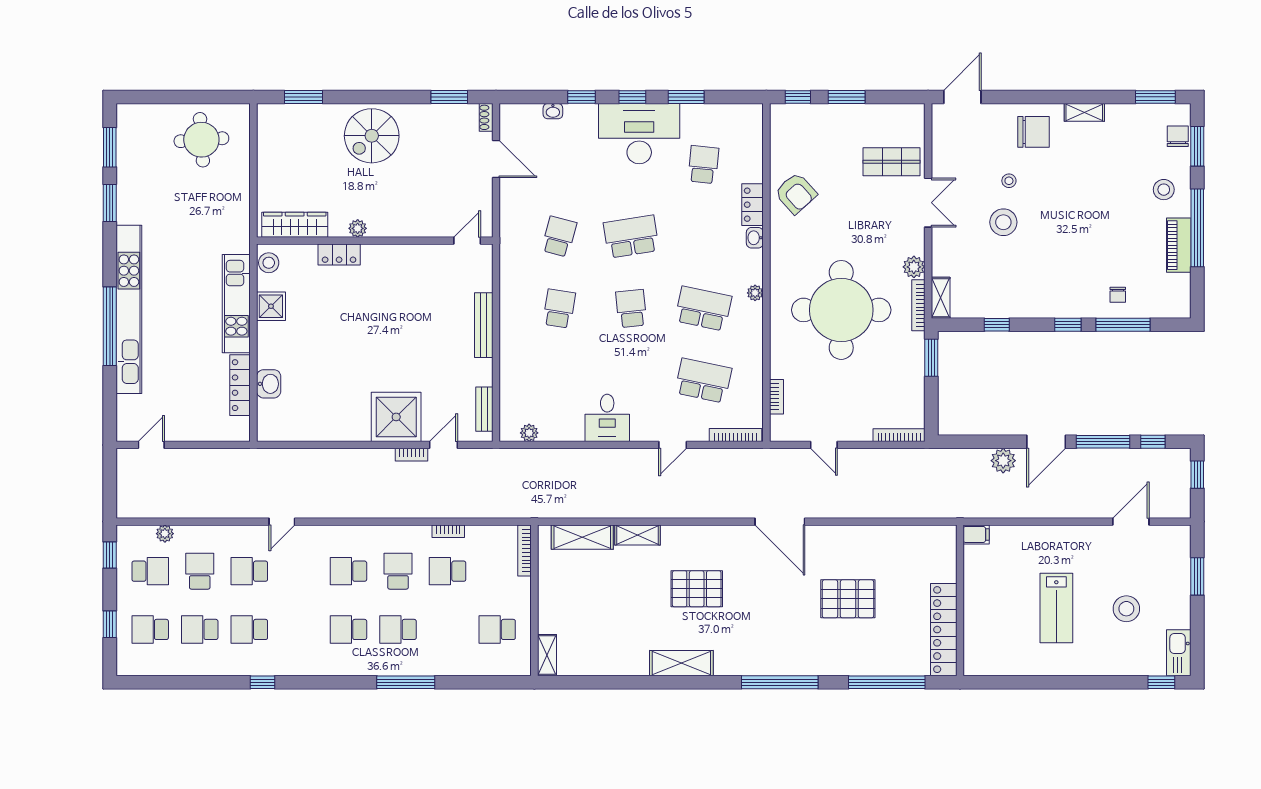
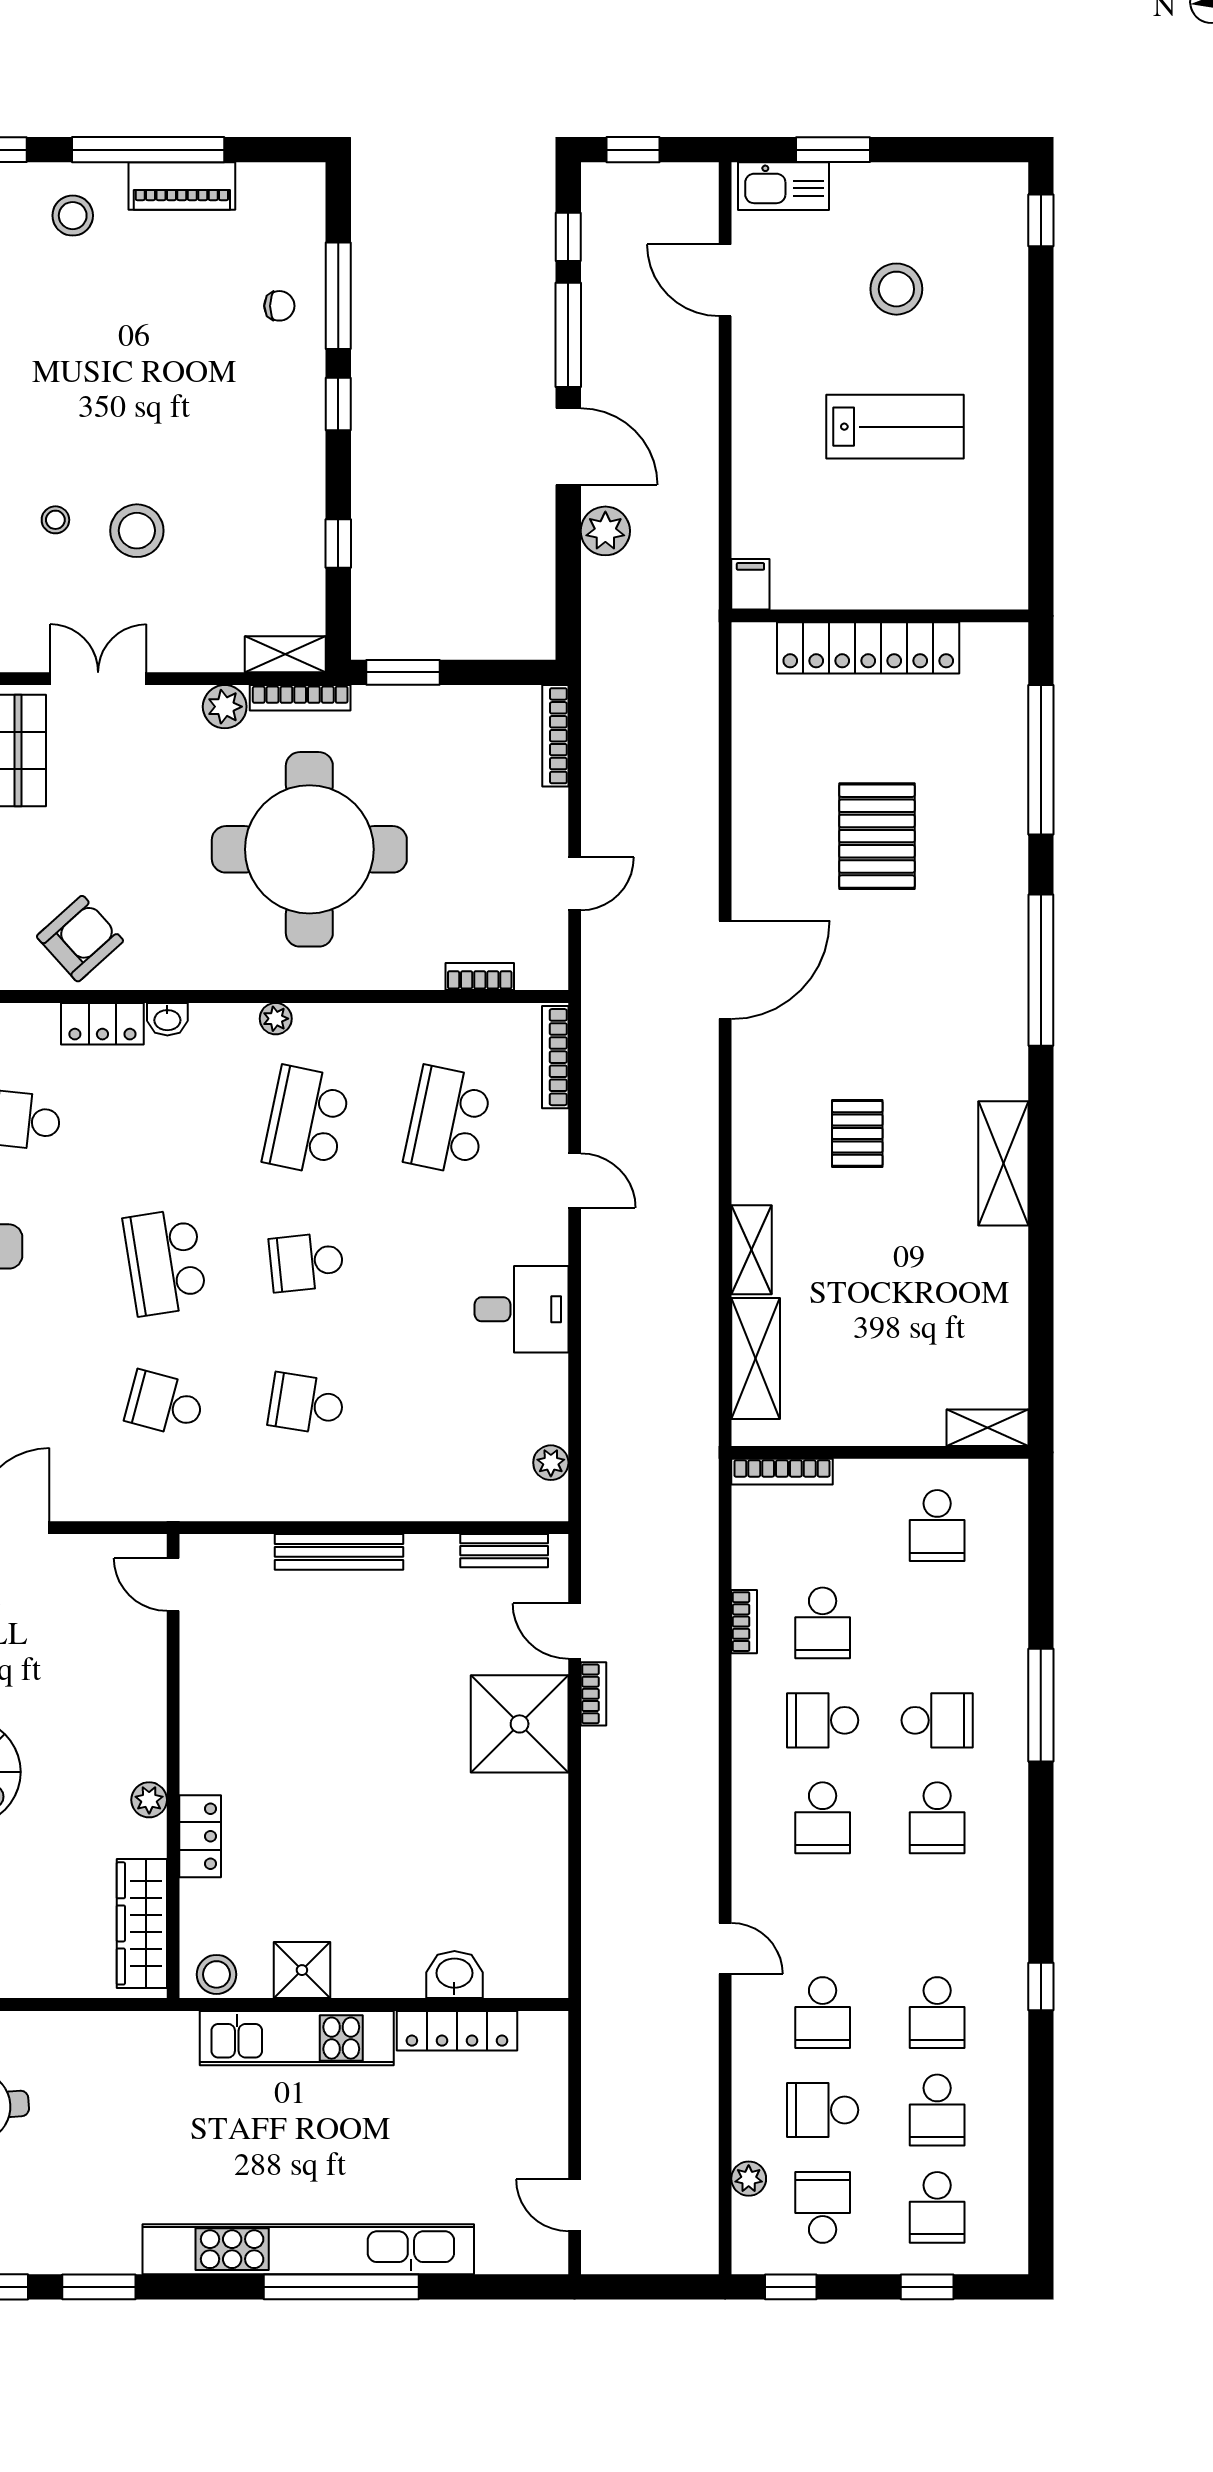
pallet: (697, 589) -> (857, 1133), width x0.67, depth x0.71
school desk: (398, 629) -> (937, 1720), turned -90
locker: (944, 630) -> (868, 648), moved
kitchen sink: (1179, 653) -> (784, 186), moved

